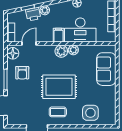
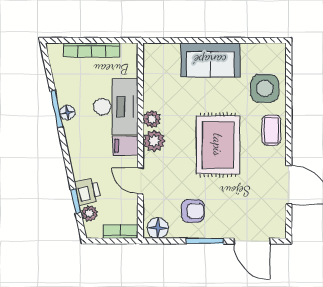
plant: (45, 10) -> (89, 213), moved
door: (29, 44) -> (140, 181), moved
sofa: (106, 69) -> (210, 60), moved
coffee table: (58, 112) -> (271, 130), moved

